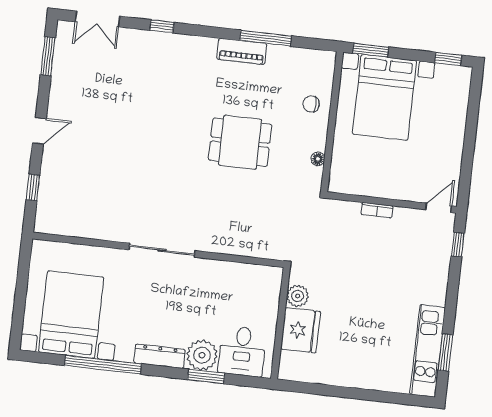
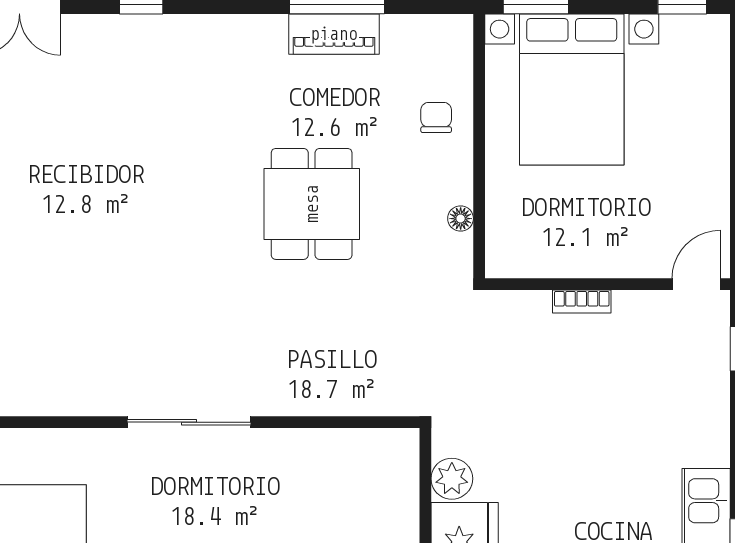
piano: (242, 51) -> (334, 34), moved
chair: (311, 104) -> (436, 118), turned 90
dining table: (240, 142) -> (312, 204), turned 90

